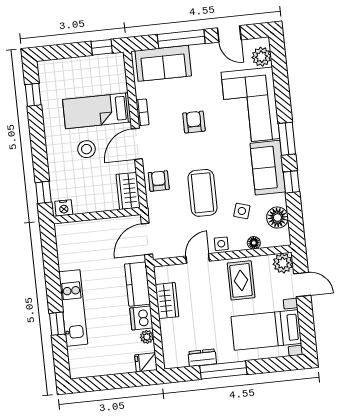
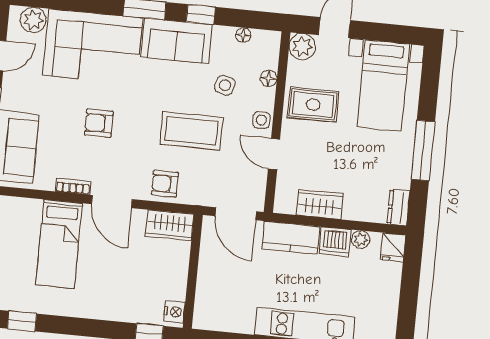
stool: (86, 149) -> (105, 267), removed
floor lamp: (277, 218) -> (243, 35), width x0.53, depth x0.53
dresser: (202, 358) -> (398, 207), moved

